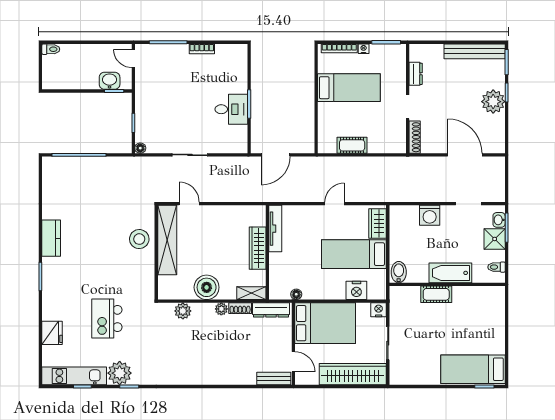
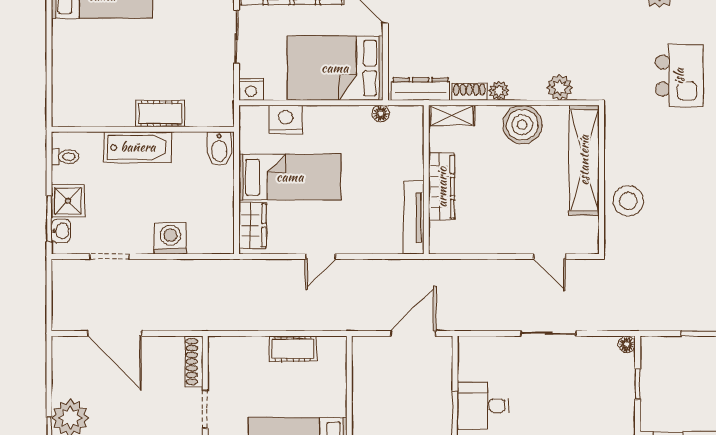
shelving: (167, 240) -> (584, 160), moved

